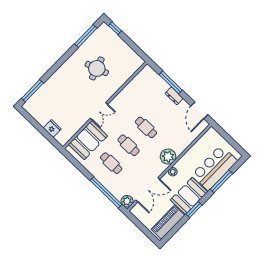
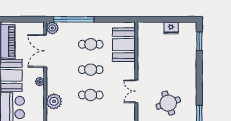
window: (32, 91) -> (199, 41), width x0.69
double door: (99, 111) -> (136, 91), moved
fridge: (52, 128) -> (171, 28), moved
plant: (168, 157) -> (54, 101), moved

